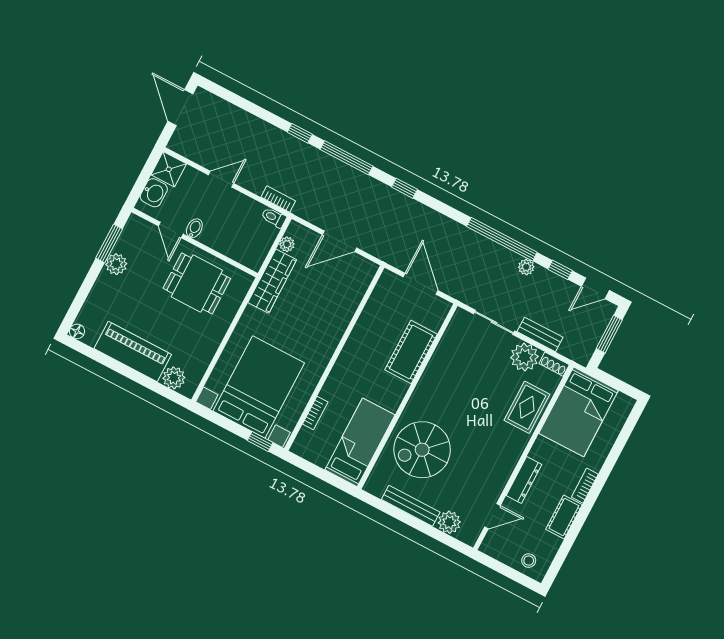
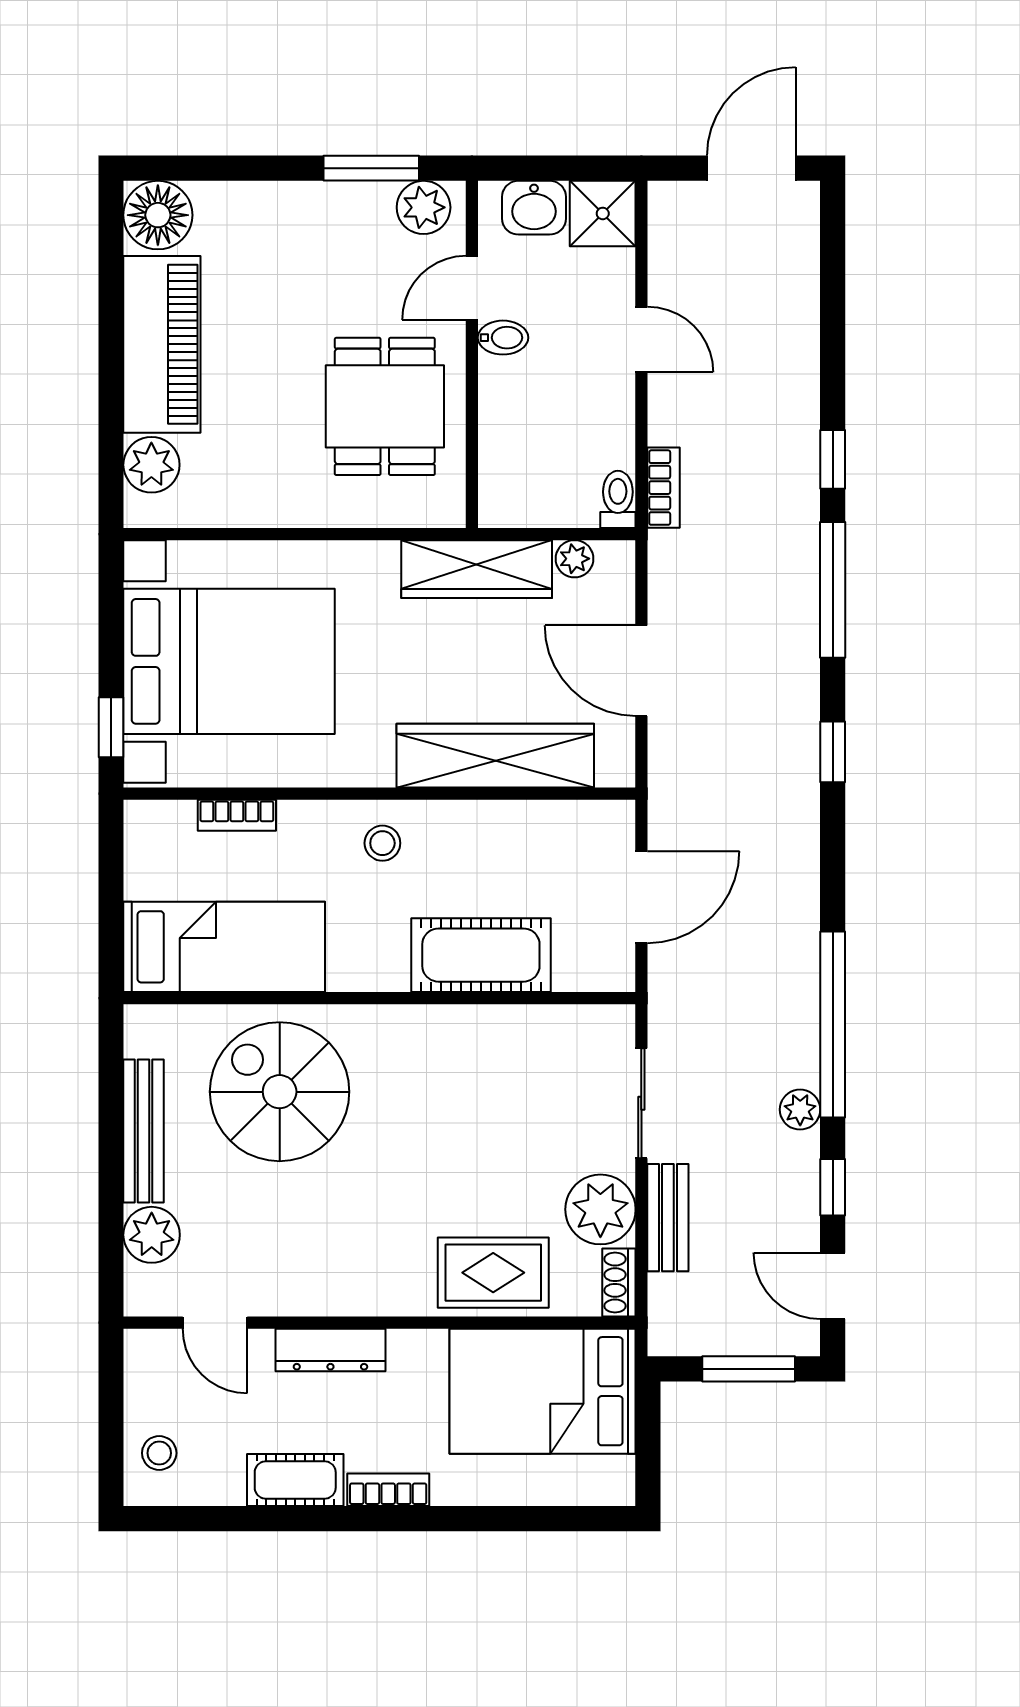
plant: (116, 264) -> (424, 207), moved
wardrobe: (342, 309) -> (495, 756), added
floor lamp: (77, 331) -> (158, 215), width x1.89, depth x1.89
stool: (353, 366) -> (382, 843), added

